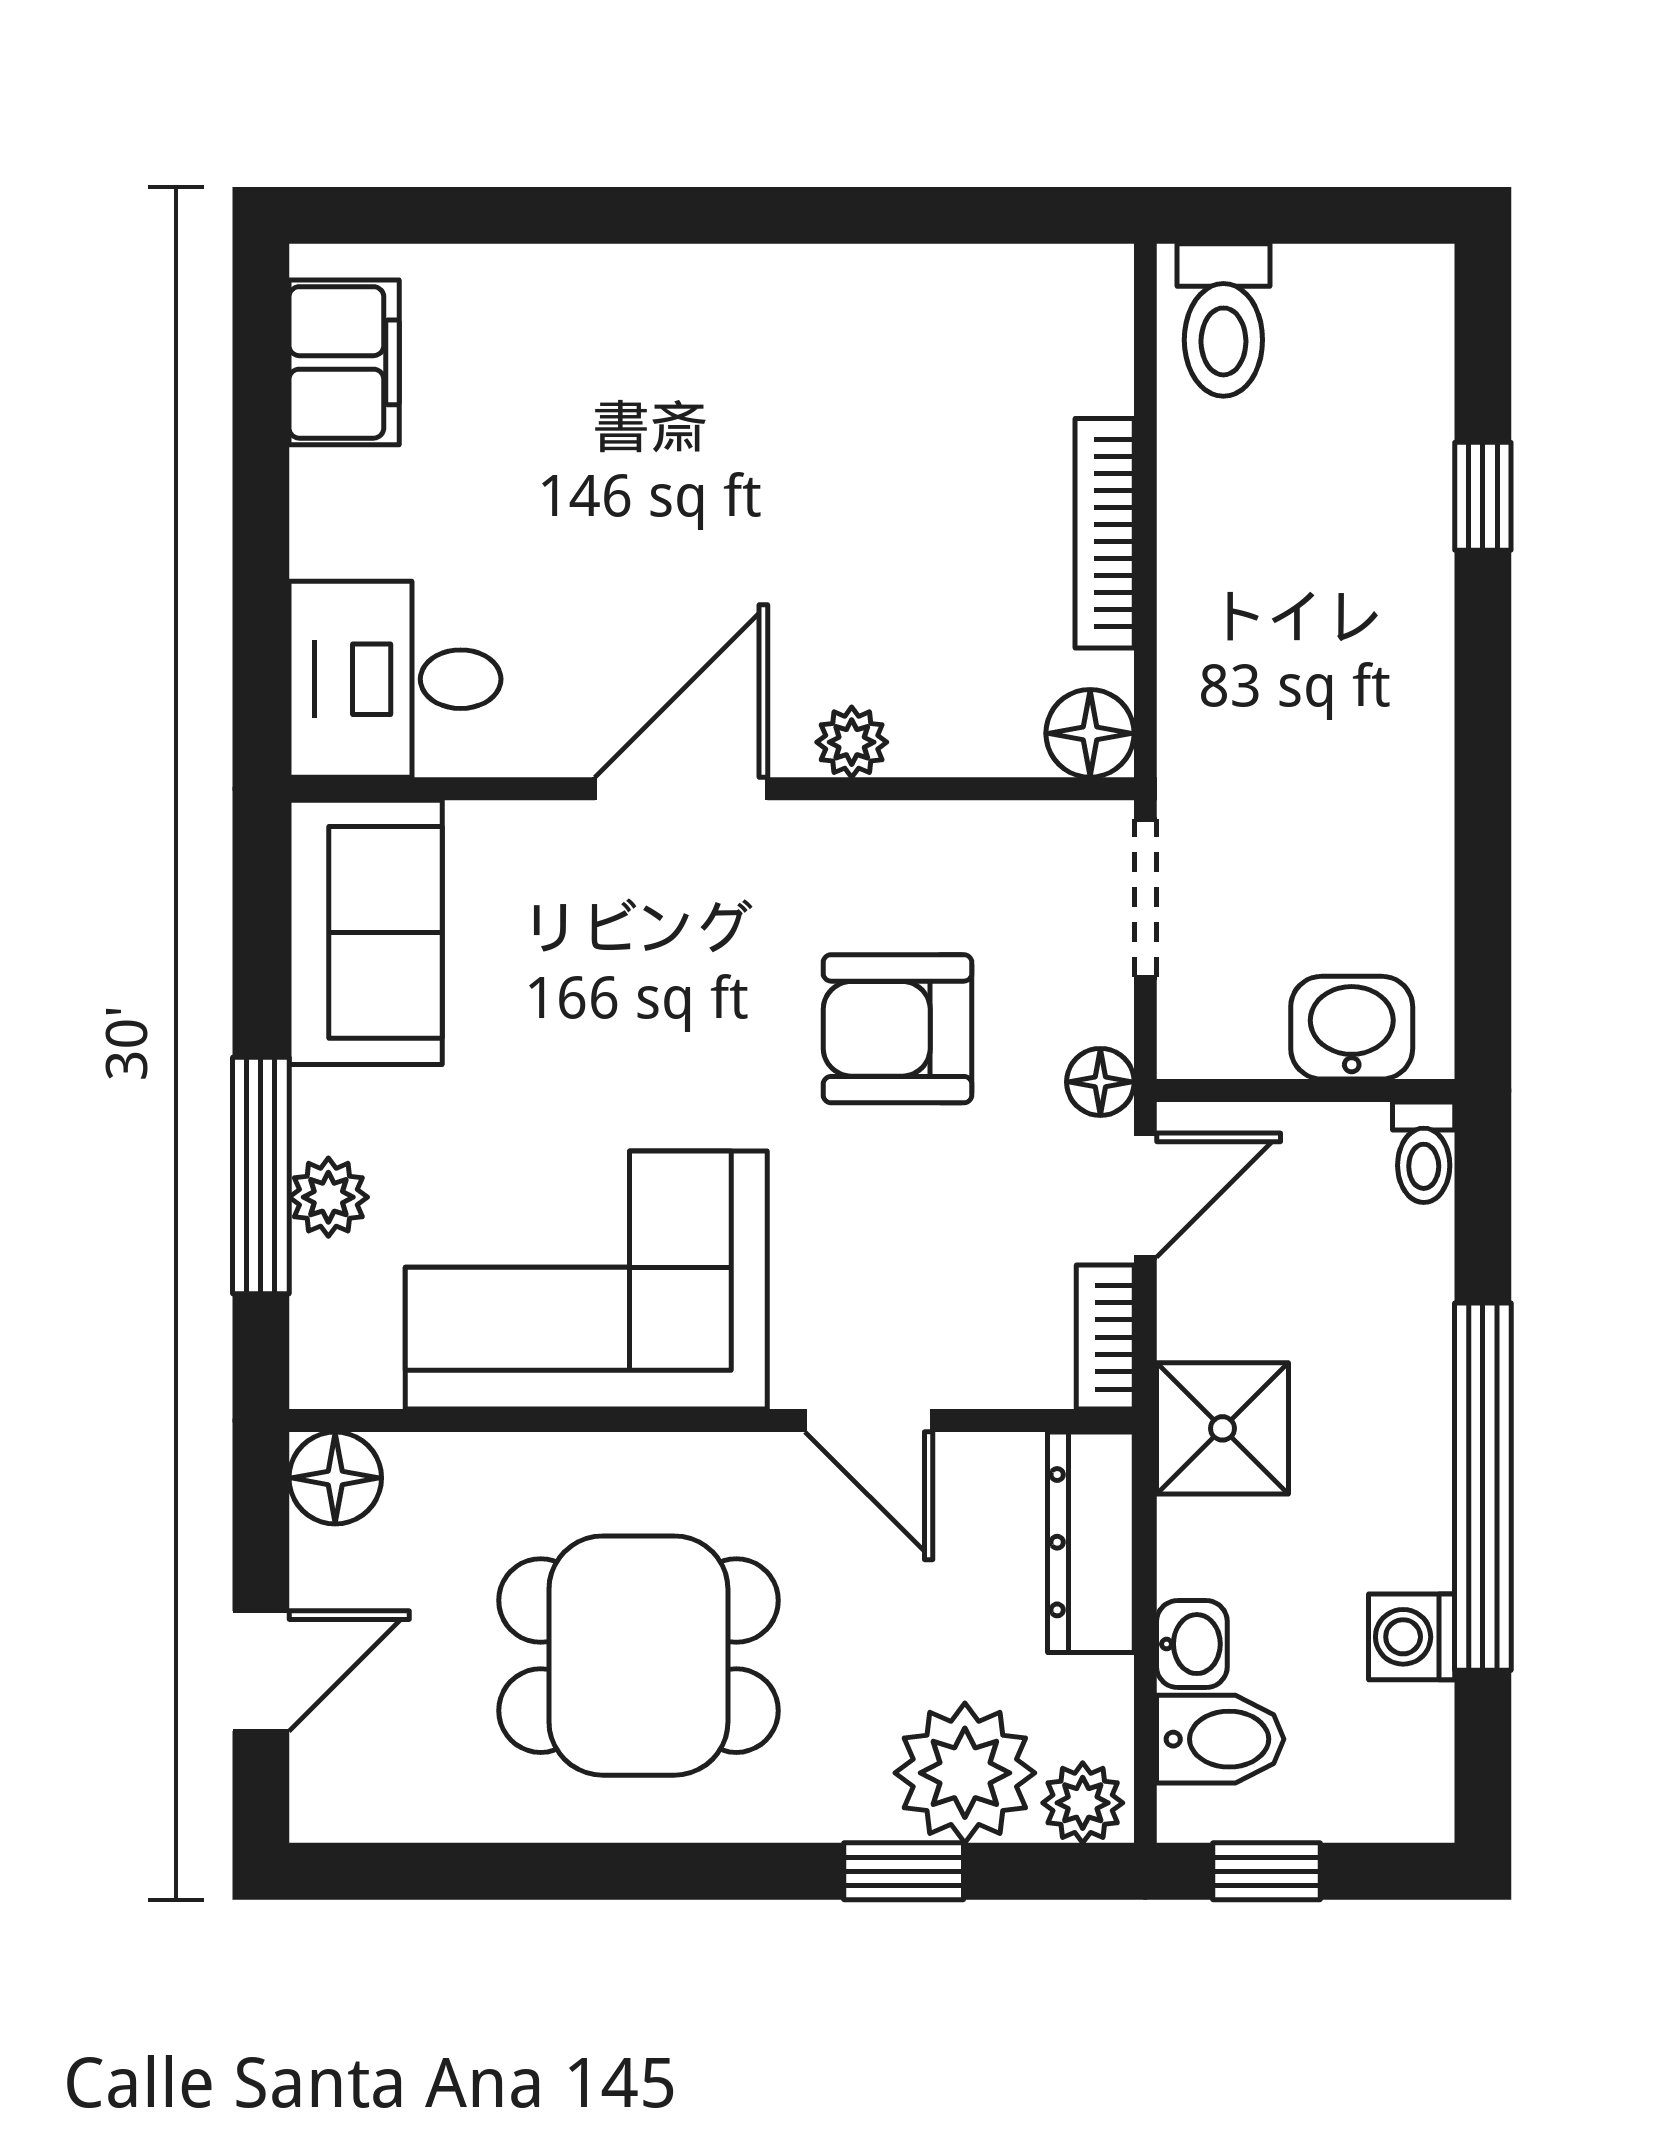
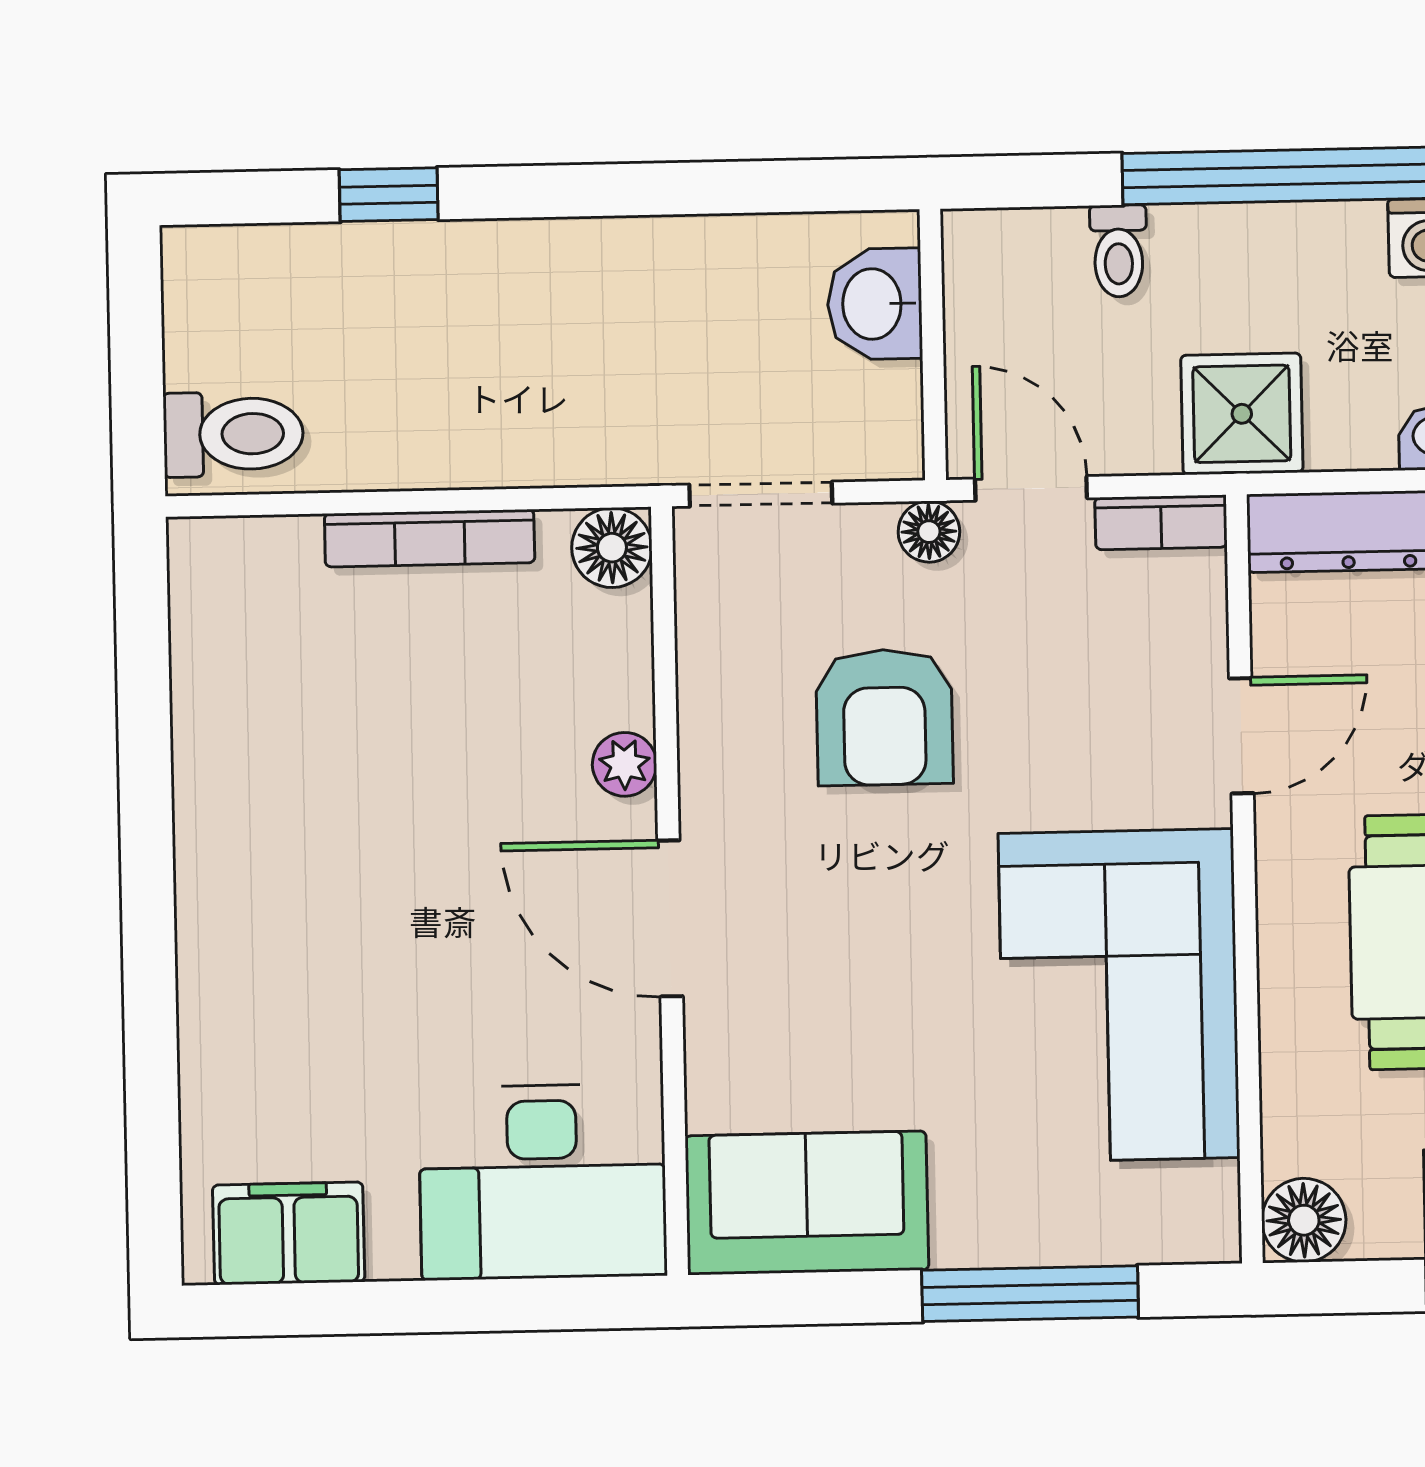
desk: (395, 679) -> (543, 1182), width x1.37
toilet: (1424, 1152) -> (1119, 251), moved, turned 90
plant: (328, 1197) -> (1049, 1232), removed

